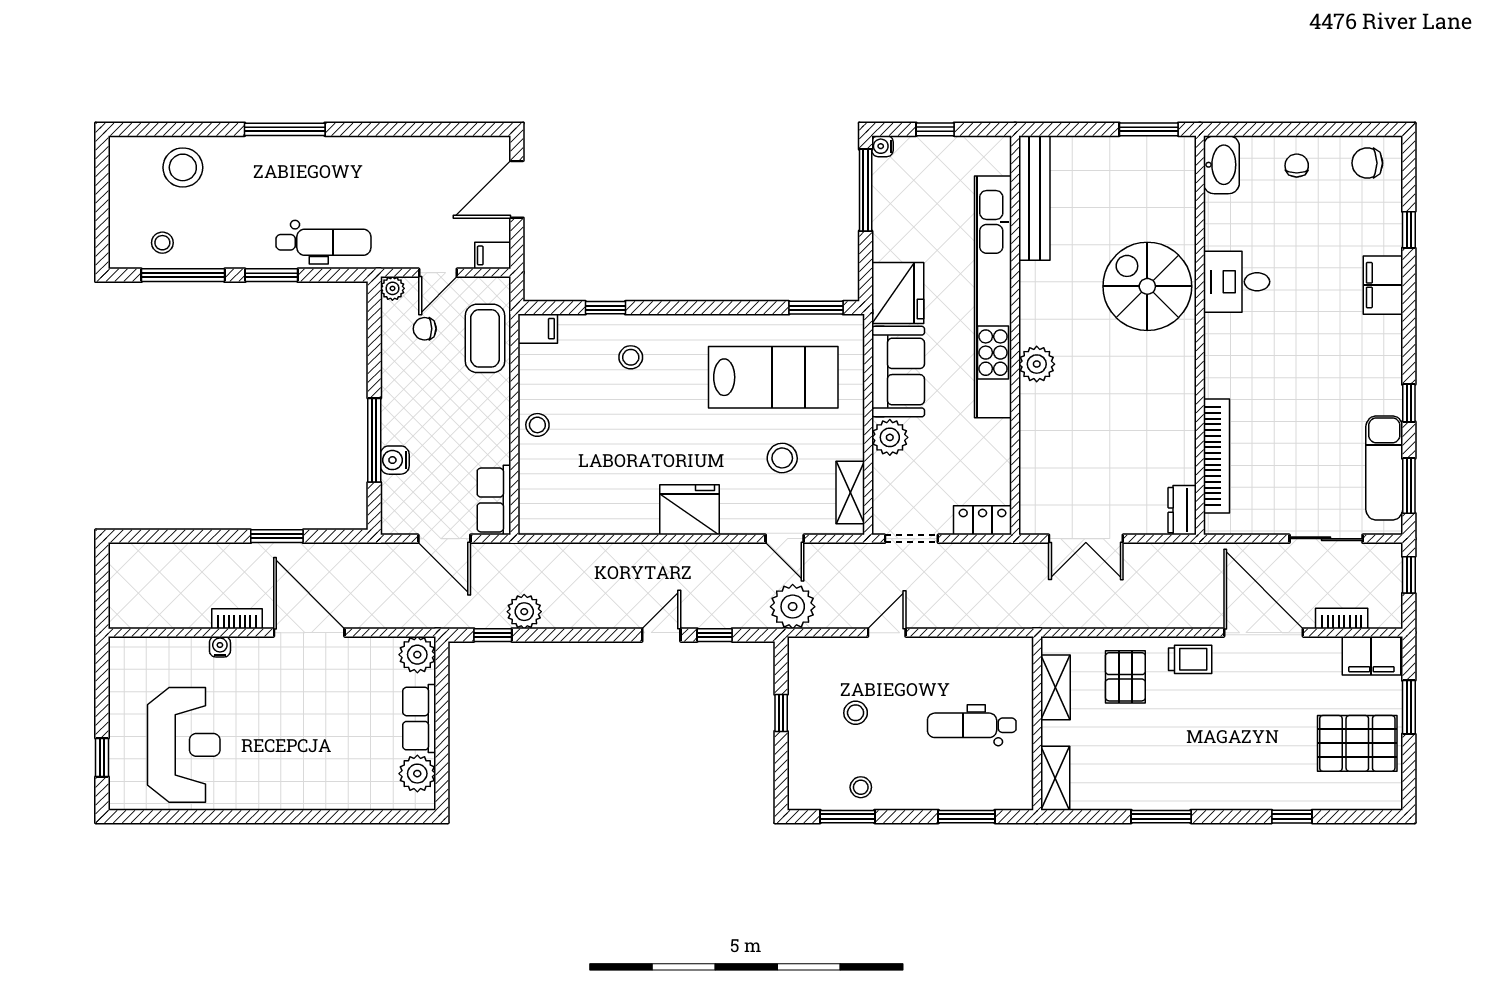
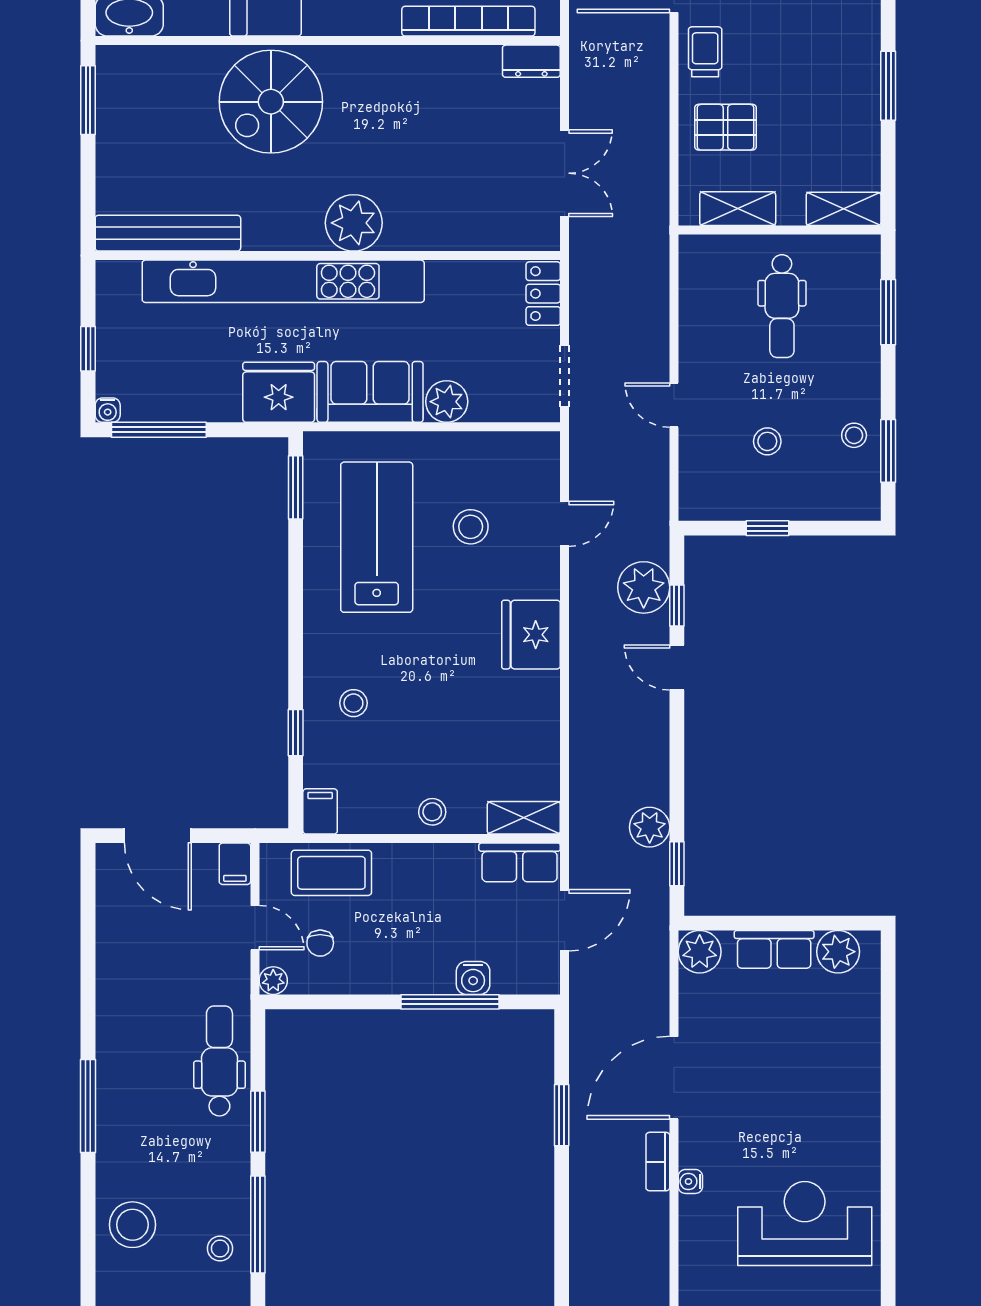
plant: (1037, 364) -> (354, 223), width x1.36, depth x1.36
shelving: (850, 492) -> (524, 818), moved
plant: (793, 607) -> (644, 587), moved

